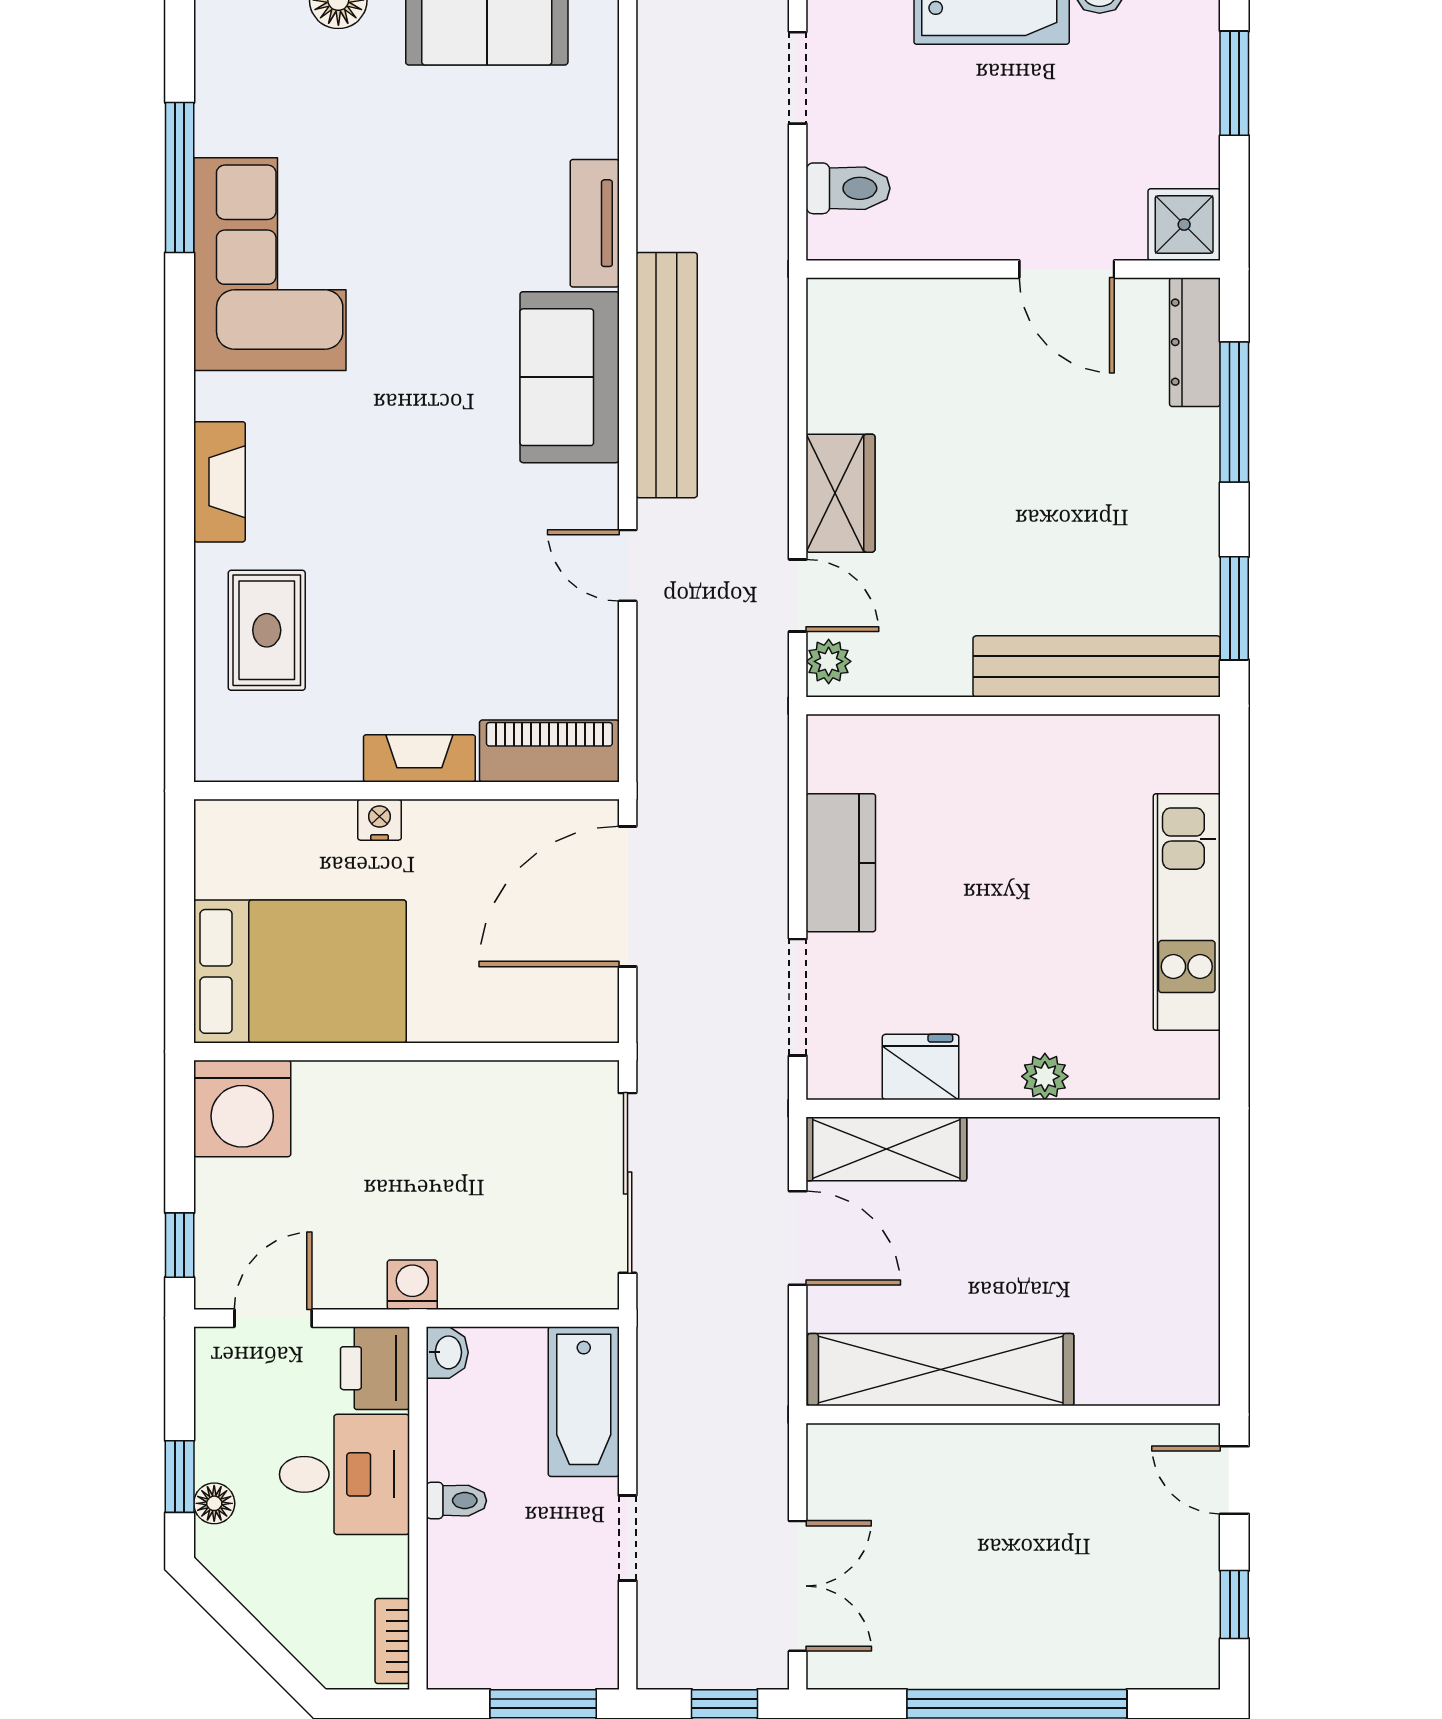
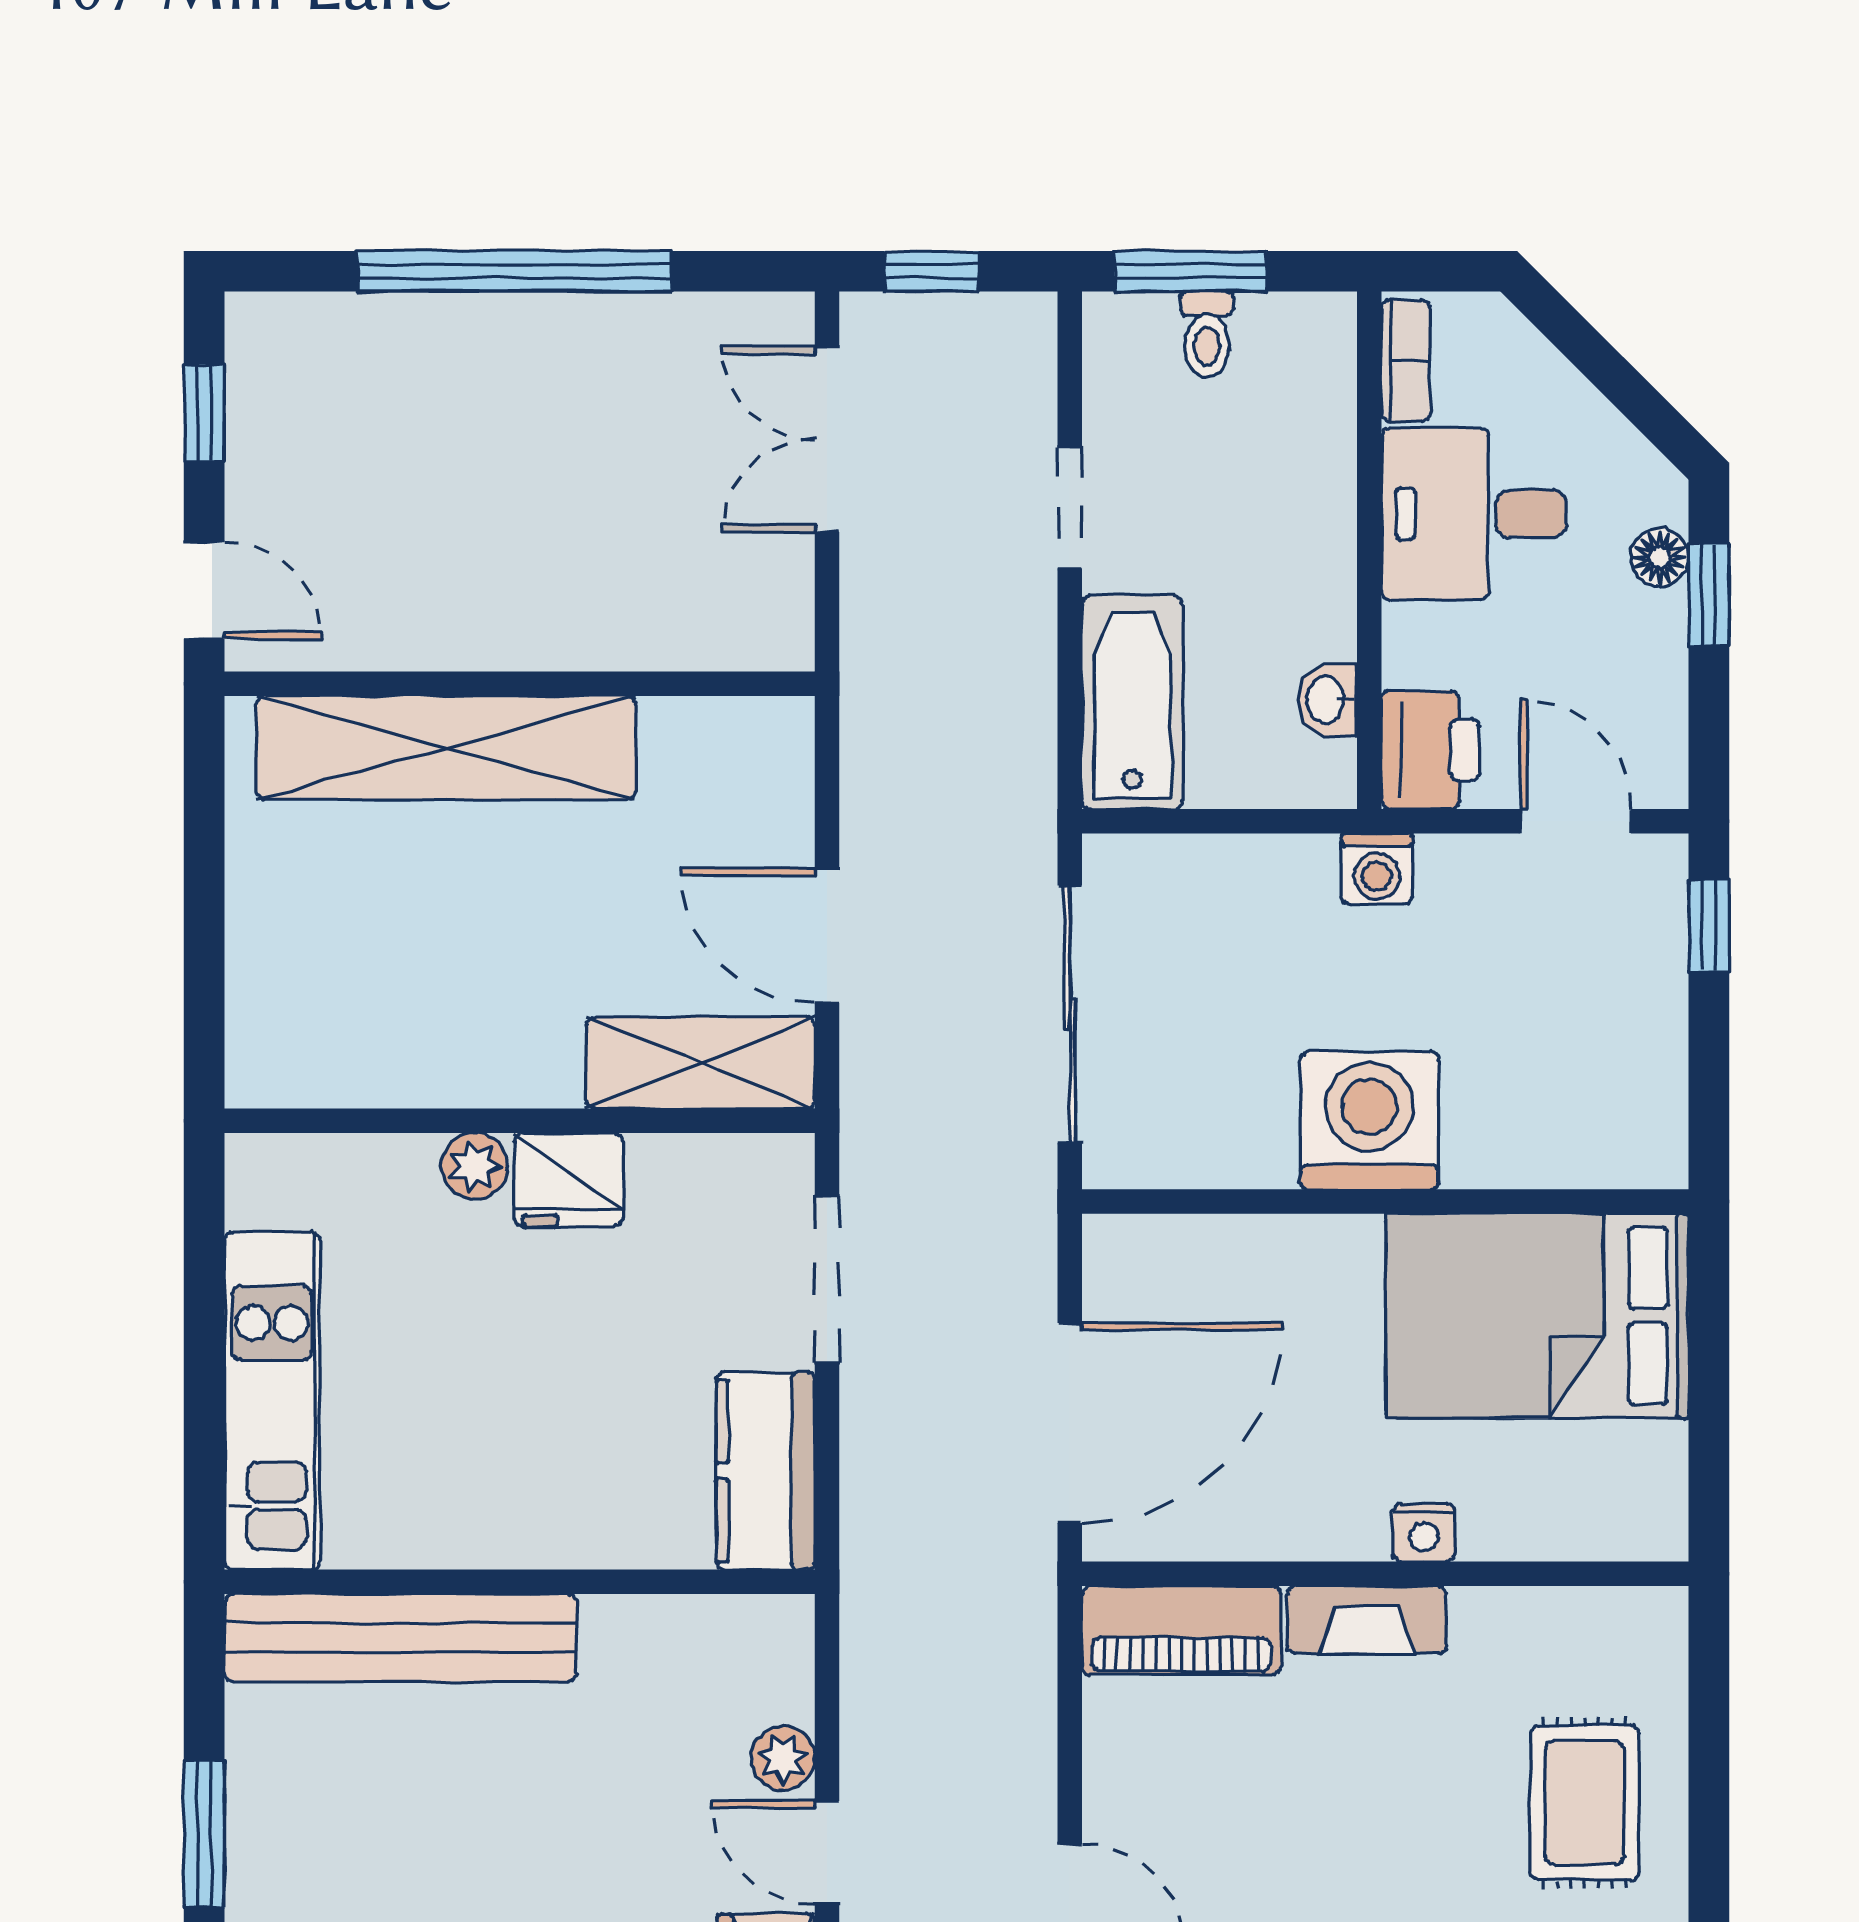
bench: (1097, 666) -> (401, 1638), moved
wall: (1013, 706) -> (520, 1582), moved
fridge: (921, 1067) -> (569, 1180), moved
washing machine: (242, 1108) -> (1369, 1120), moved
door: (273, 1318) -> (1575, 821), swing flipped
washbasin: (447, 1352) -> (1327, 700), moved
shelving: (941, 1370) -> (446, 748), moved
desk: (344, 1474) -> (1474, 514), moved
toilet: (456, 1501) -> (1207, 334), moved, turned -90

